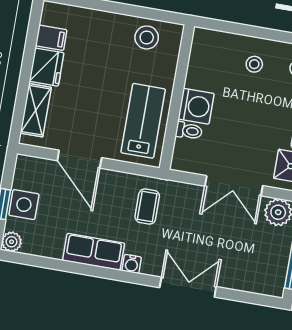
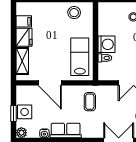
water cooler: (132, 264) -> (44, 133), moved

